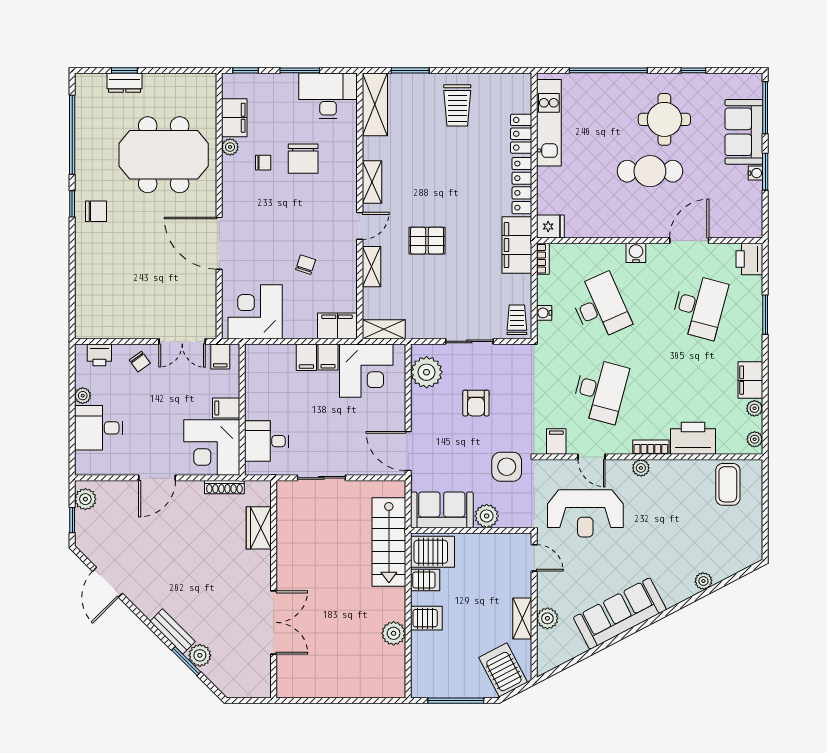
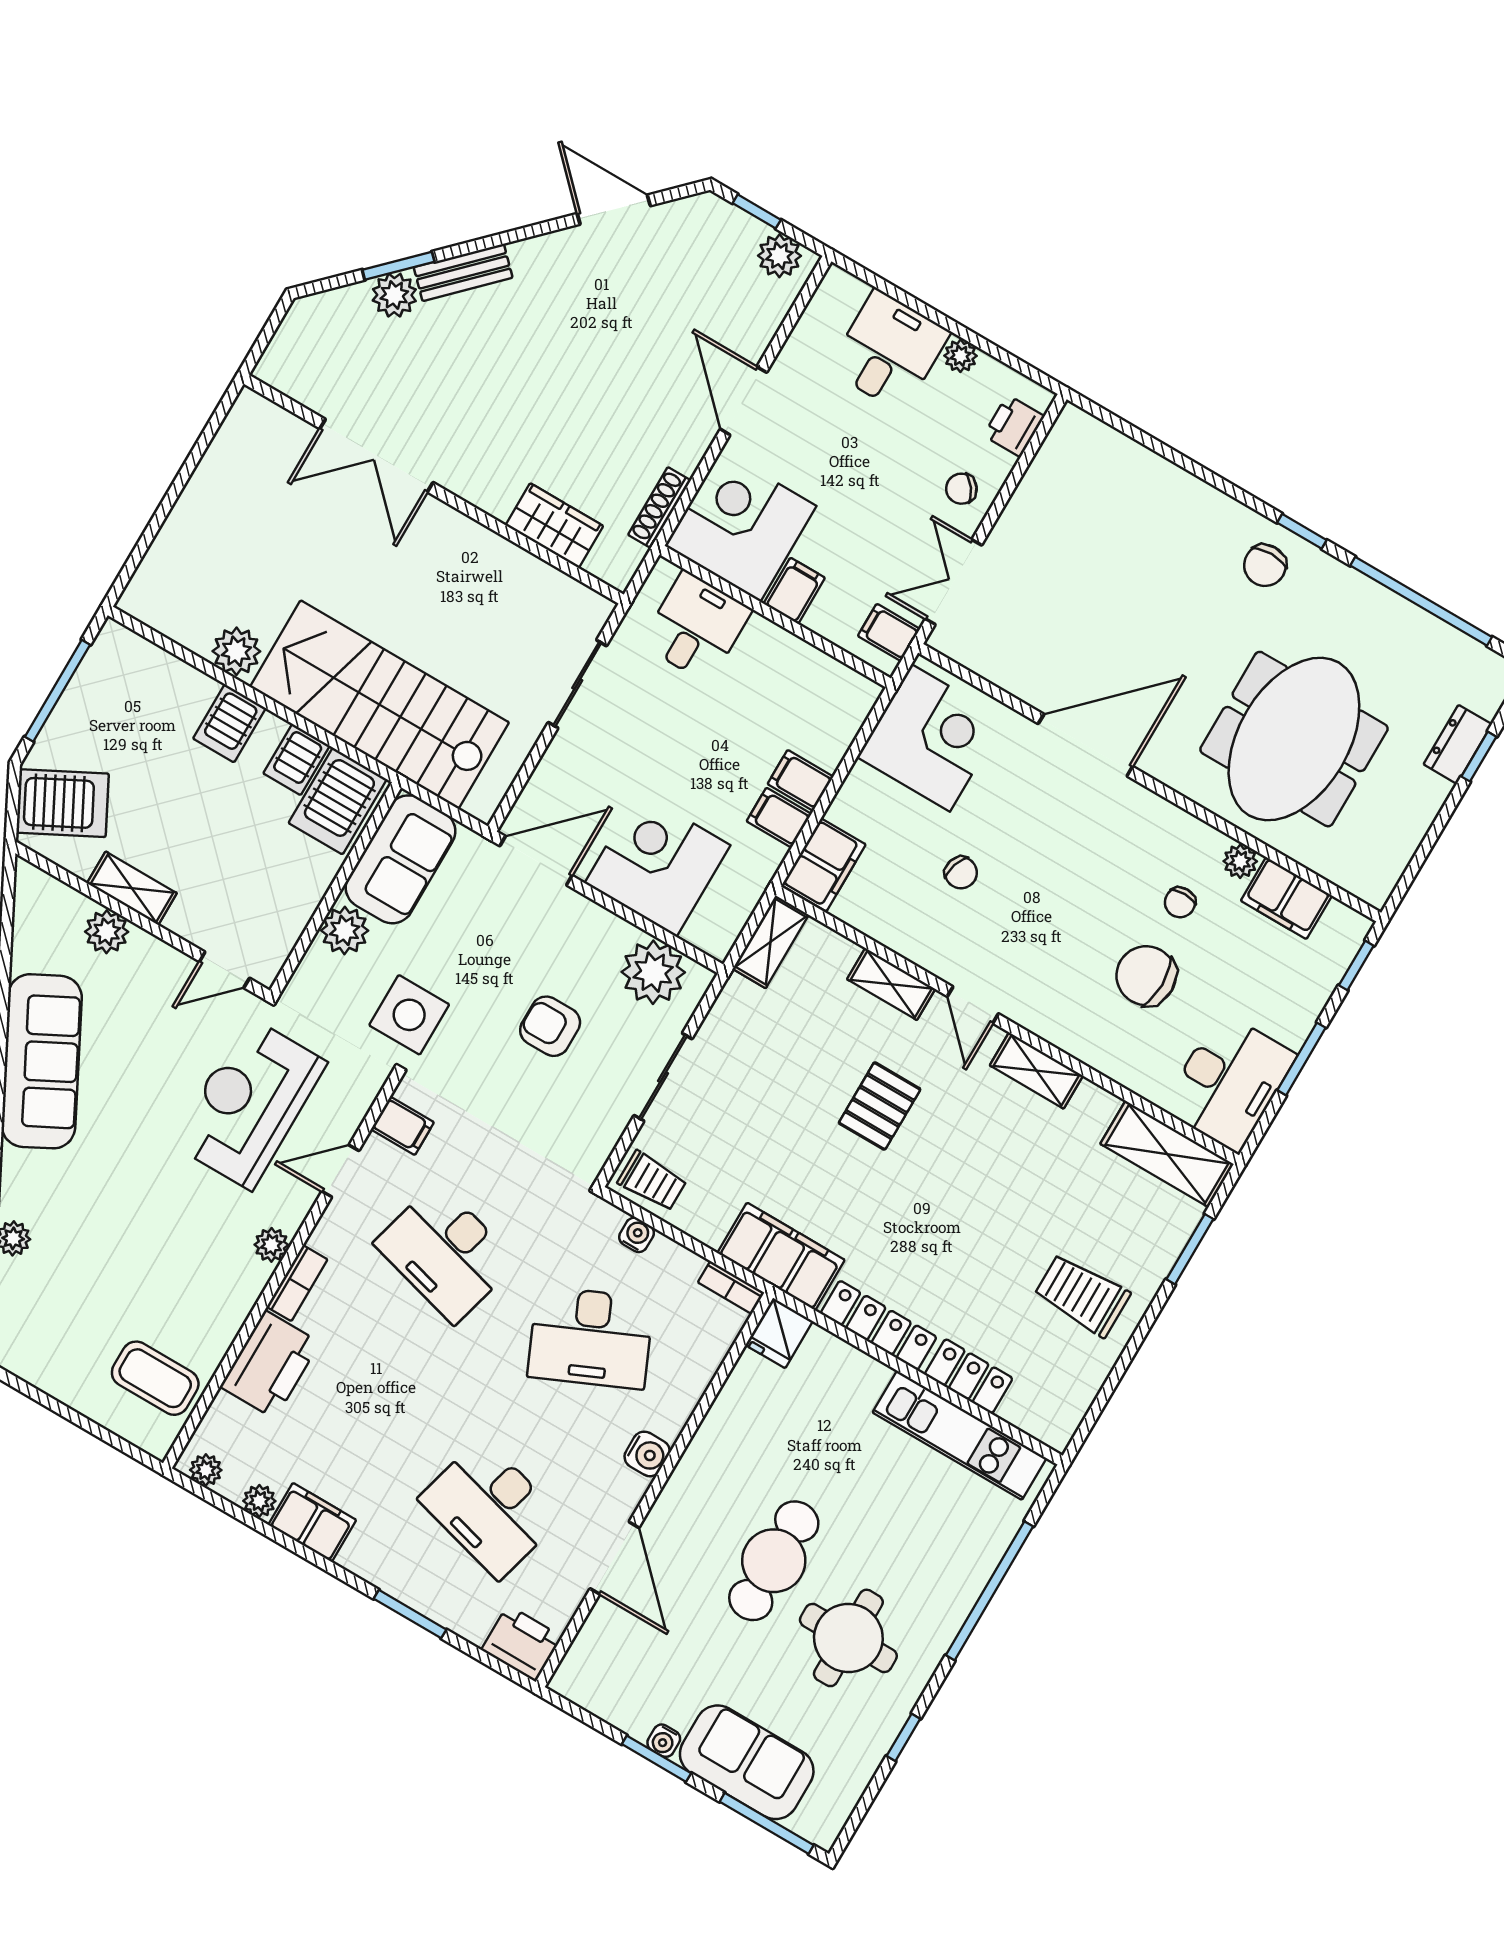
corner desk: (366, 371) -> (657, 864), moved, turned 90
stairs: (389, 542) -> (379, 705), width x1.36, depth x1.51

